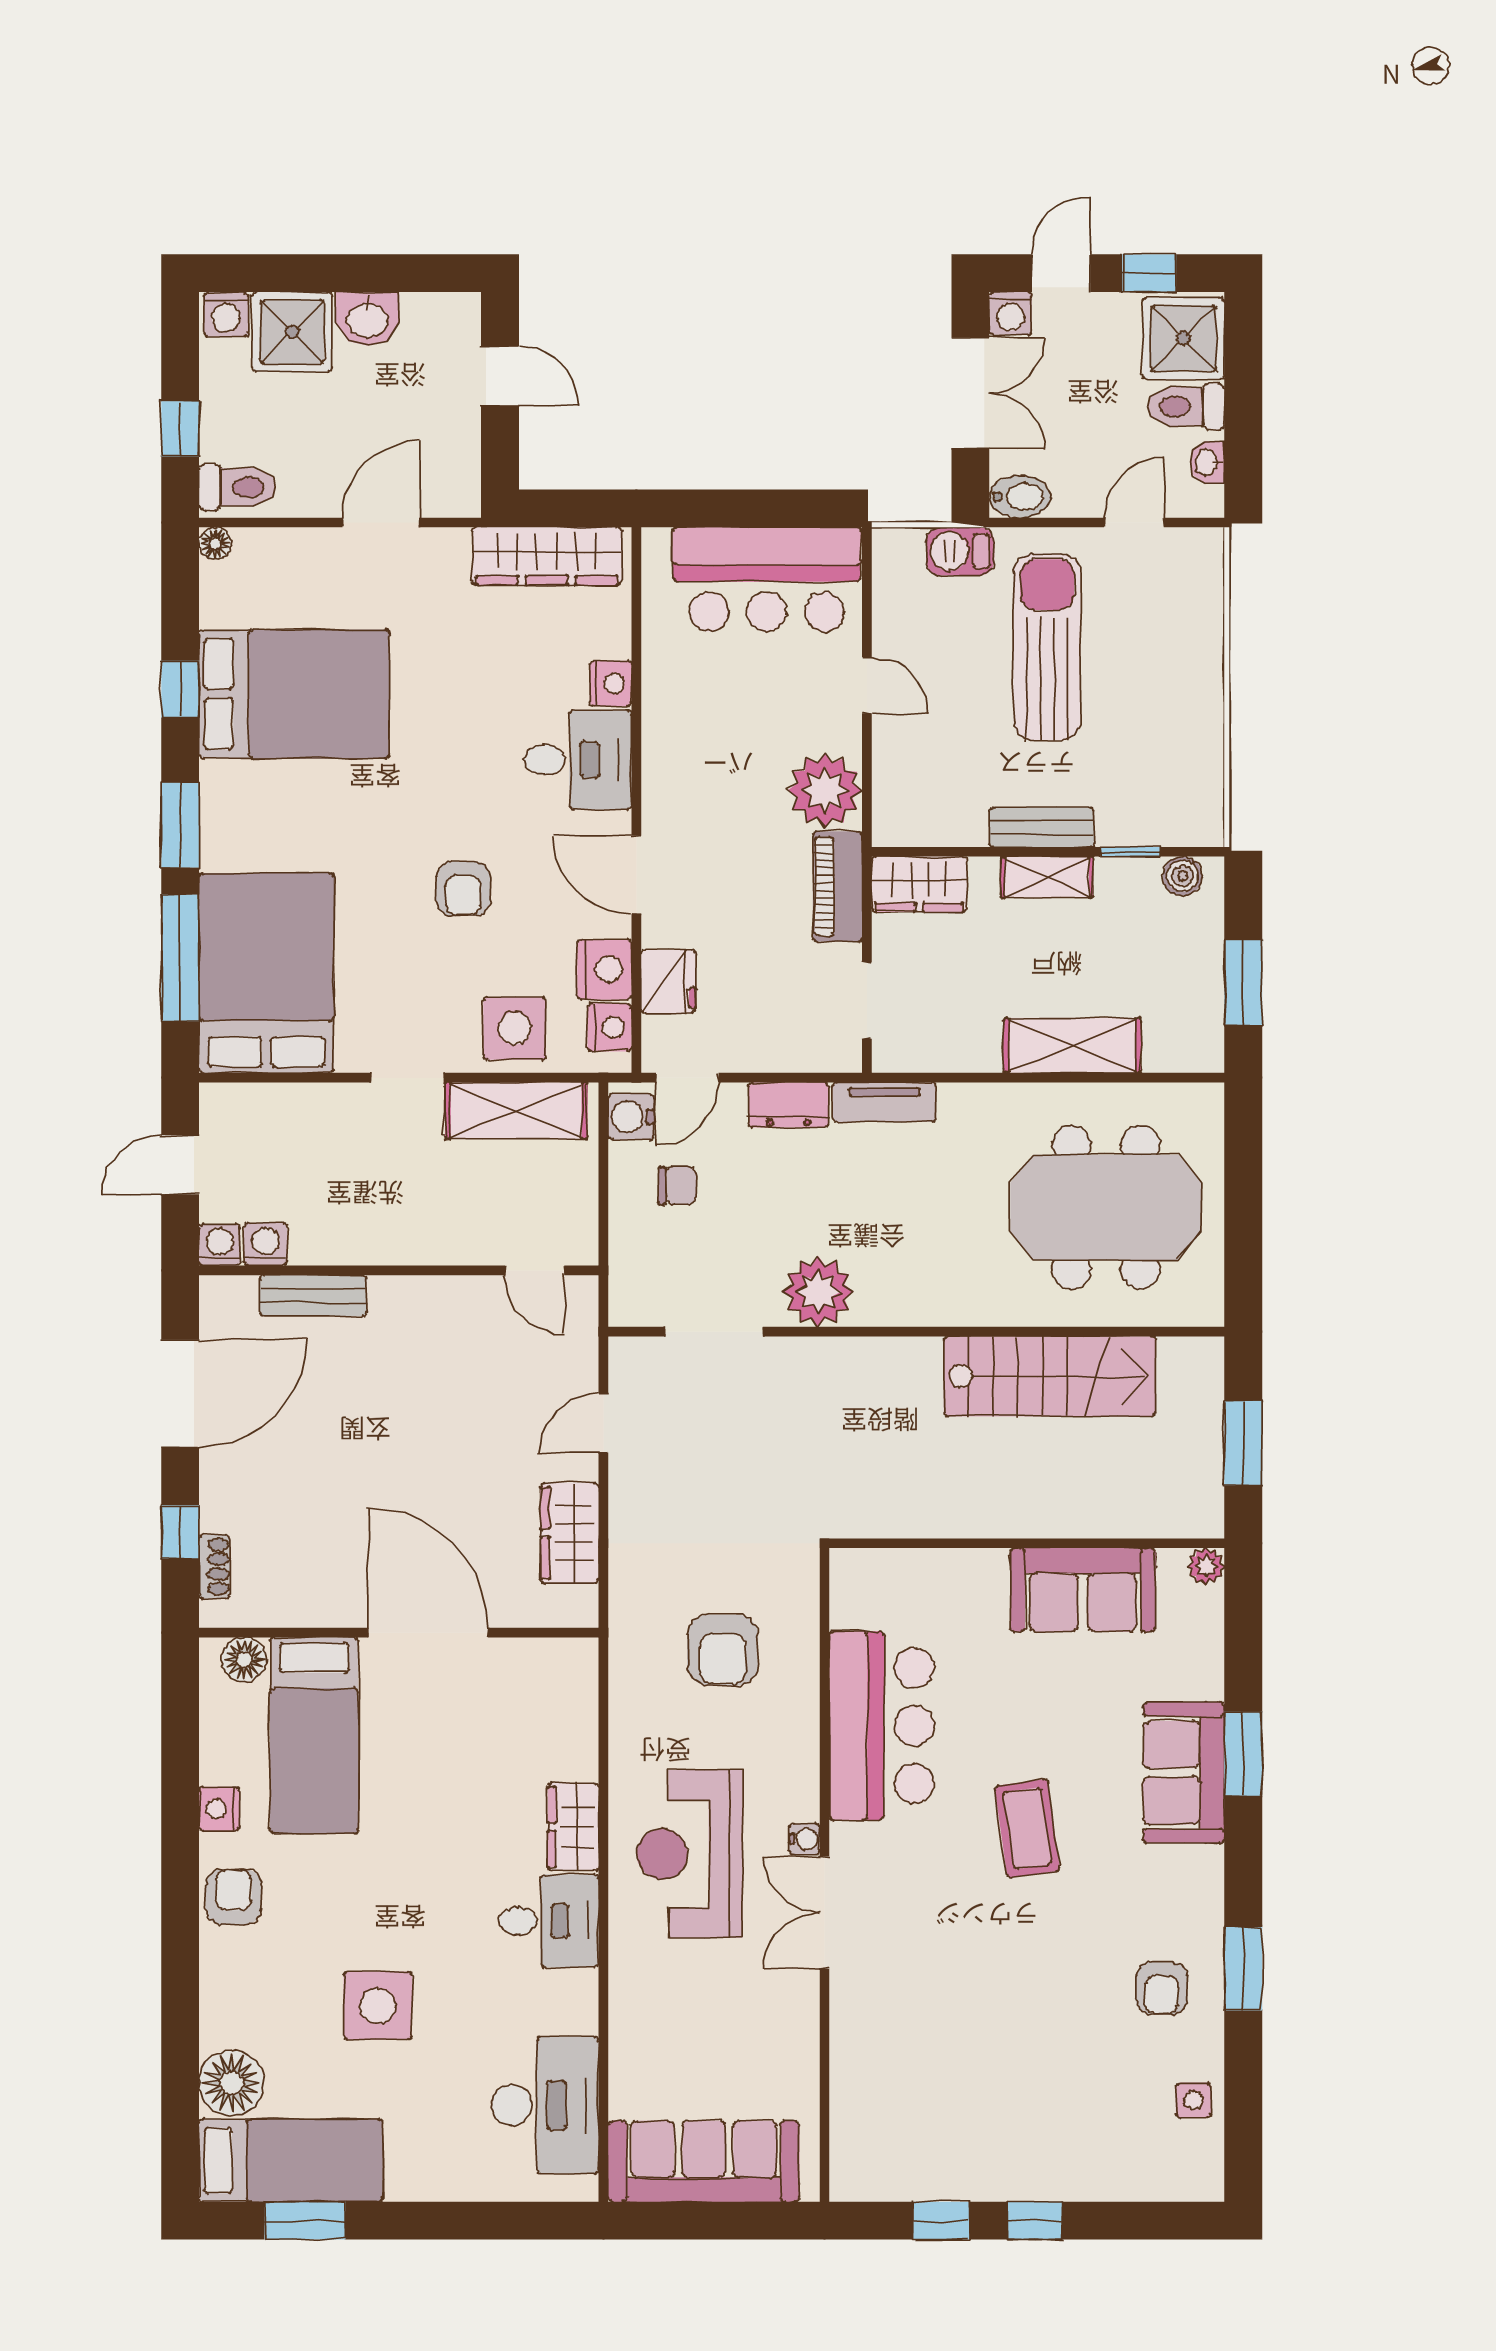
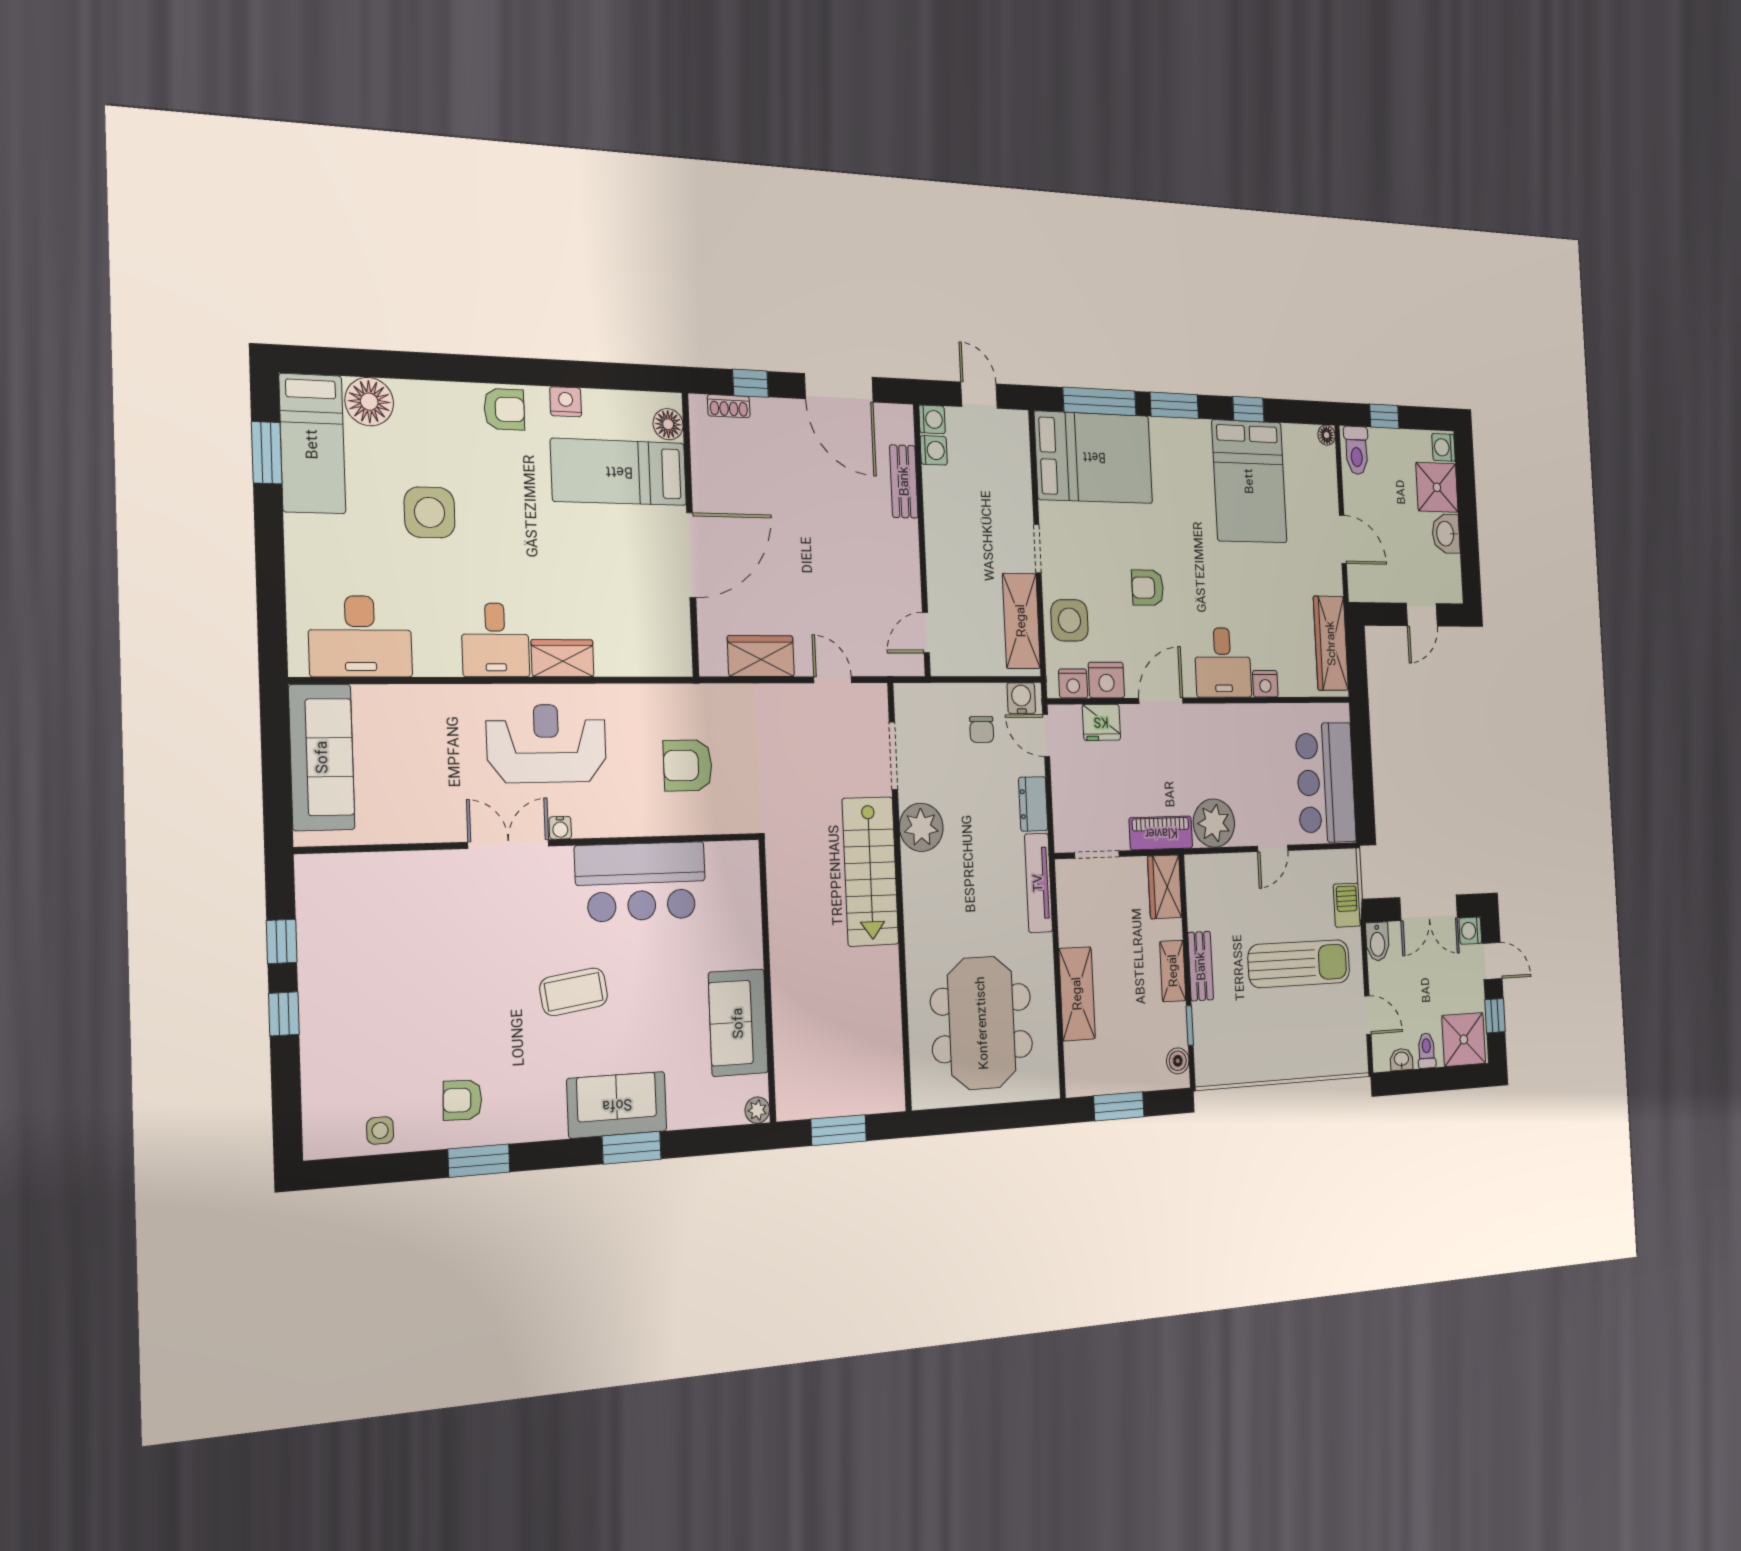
toilet: (1186, 406) -> (1427, 1051), width x0.73, depth x0.72
tv unit: (884, 1102) -> (1038, 883), width x1.41
stairs: (1050, 1376) -> (870, 871), moved

